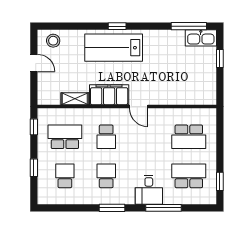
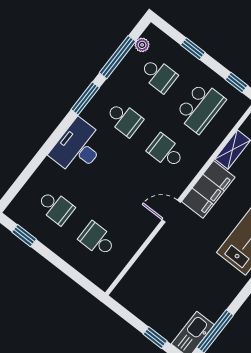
school desk: (189, 137) -> (97, 240), width x0.54
school desk: (189, 176) -> (56, 207), width x0.54
desk: (149, 190) -> (78, 147), width x1.37
plant: (55, 199) -> (142, 45), added
window: (163, 208) -> (118, 57), moved

